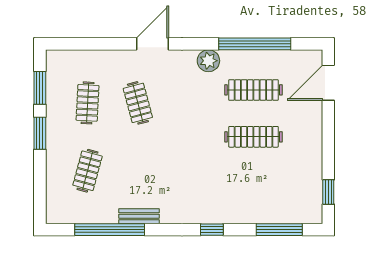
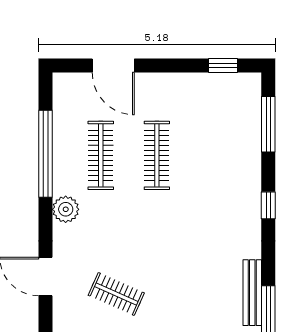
door: (328, 83) -> (113, 66), moved
clothes rail: (138, 103) -> (116, 294), turned 39
bench: (139, 216) -> (252, 293), width x1.36

